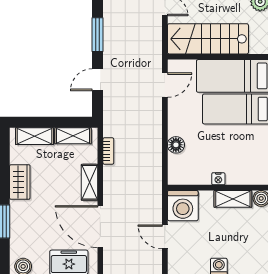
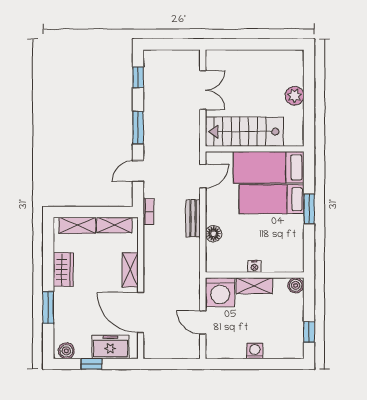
bench: (155, 129) -> (193, 218), added
bookcase: (108, 151) -> (148, 212), moved
shelving: (233, 199) -> (254, 286), moved

